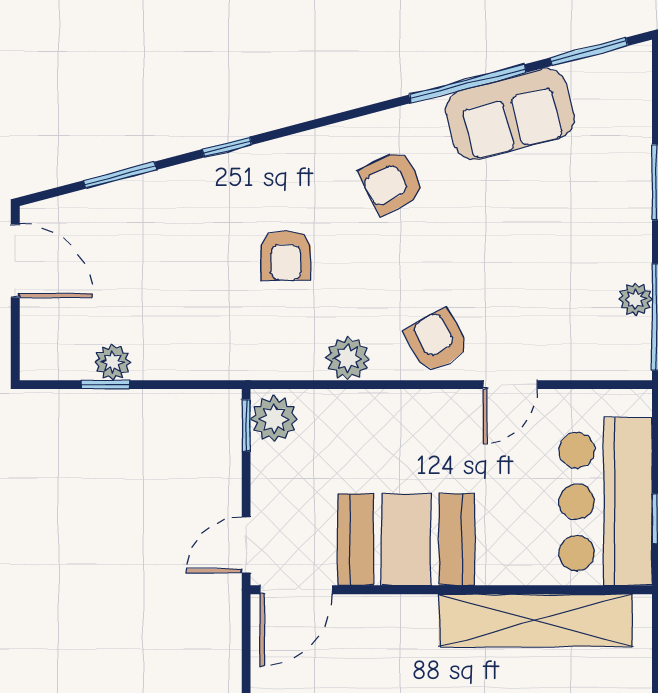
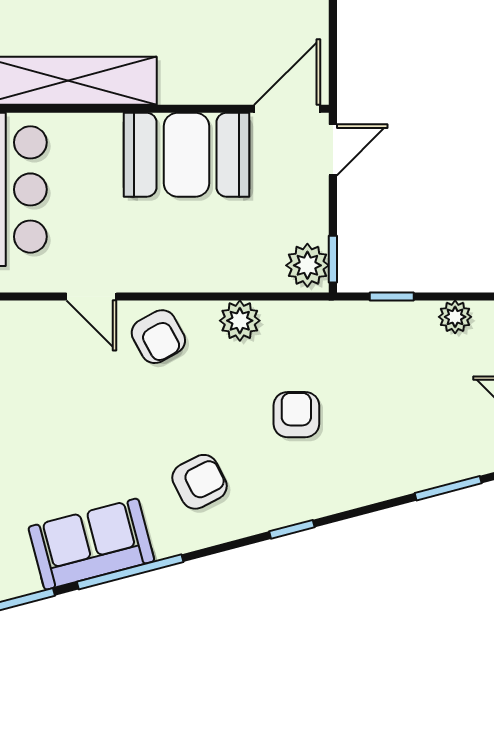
window: (227, 147) -> (292, 529), moved
window: (105, 385) -> (392, 297), moved
door: (510, 385) -> (91, 297), swing flipped

